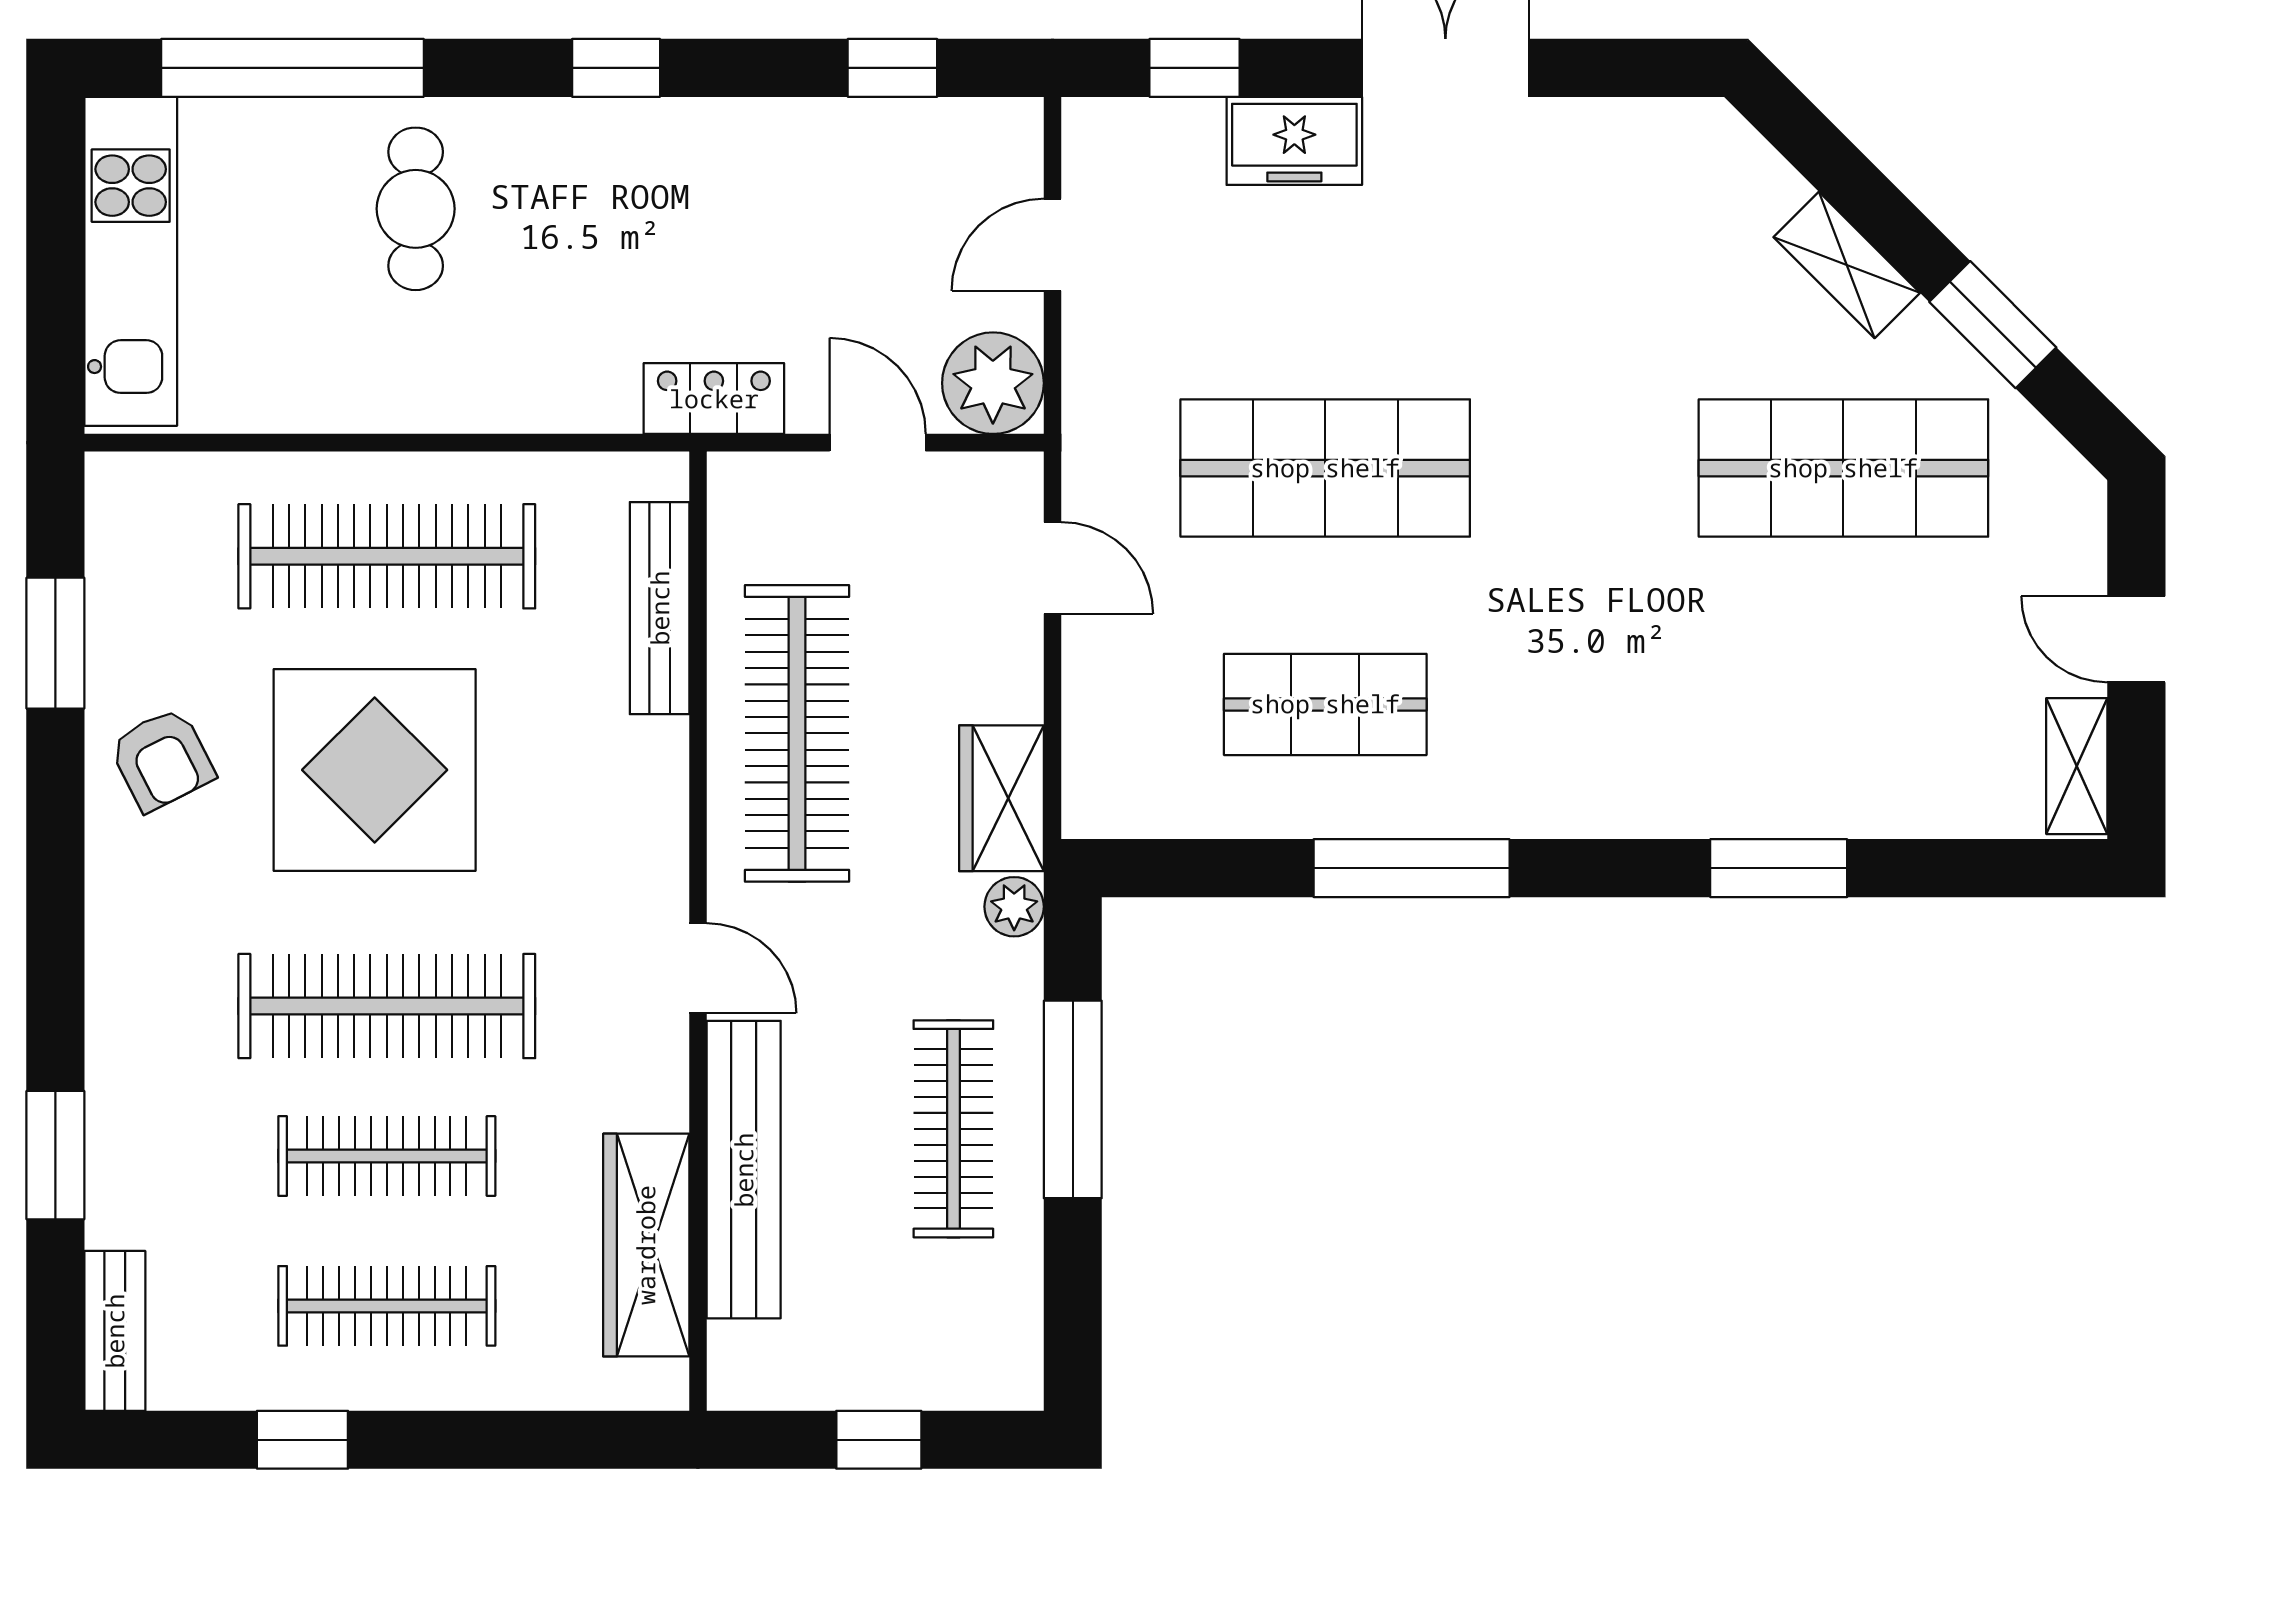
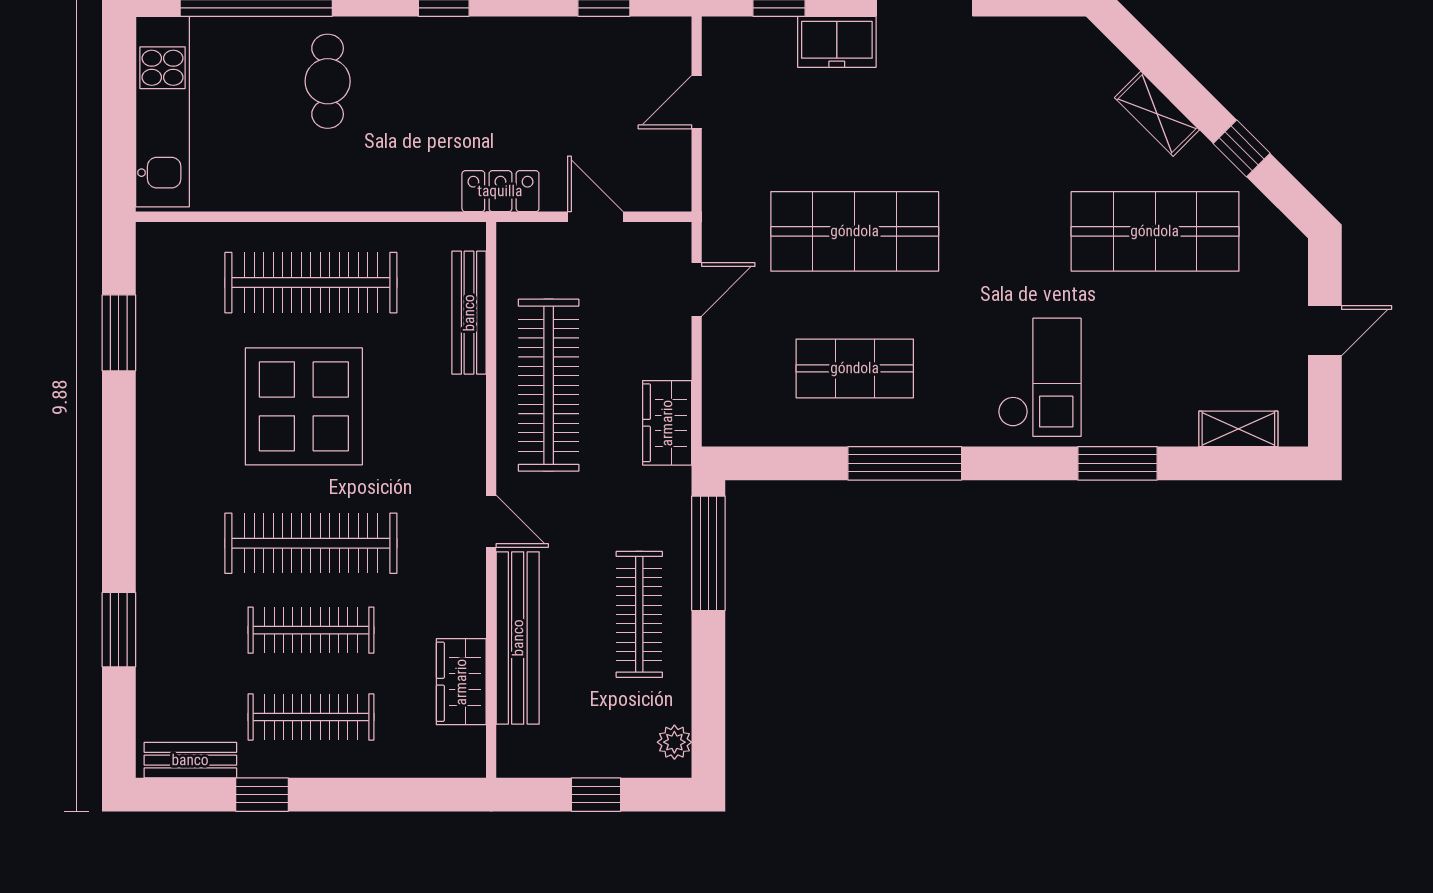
window: (1993, 325) -> (1242, 148), width x0.67
plant: (993, 383) -> (662, 182), removed
door: (1052, 568) -> (697, 289), hinge flipped
door: (2136, 639) -> (1325, 331), swing flipped
checkout: (1644, 720) -> (1040, 377), added
armchair: (162, 759) -> (181, 400), removed
shelving: (2077, 766) -> (1238, 429), moved, turned 90
plant: (1014, 907) -> (674, 742), moved
window: (1073, 1099) -> (708, 553), moved
wardrobe: (646, 1245) -> (461, 682), width x0.67
bench: (115, 1331) -> (190, 760), moved, turned 90

